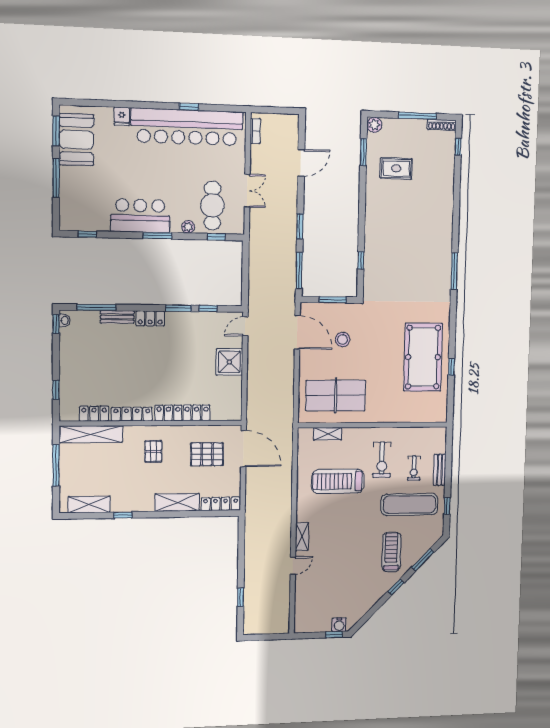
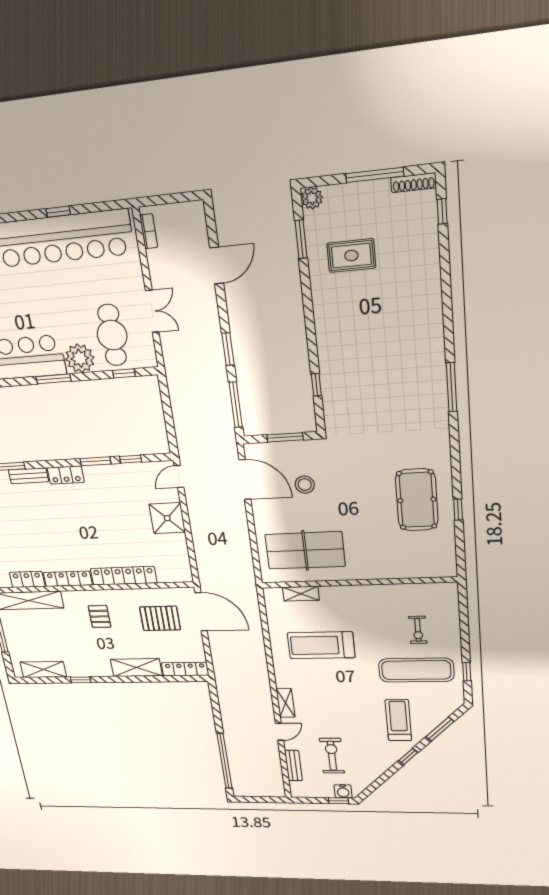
plant: (188, 227) -> (80, 358), width x1.87, depth x1.87
pool table: (423, 357) -> (417, 500), width x0.73, depth x0.76
exercise bike: (382, 460) -> (332, 756), moved, turned 180
bench: (440, 470) -> (293, 765), moved
window: (241, 597) -> (225, 761), width x3.17

